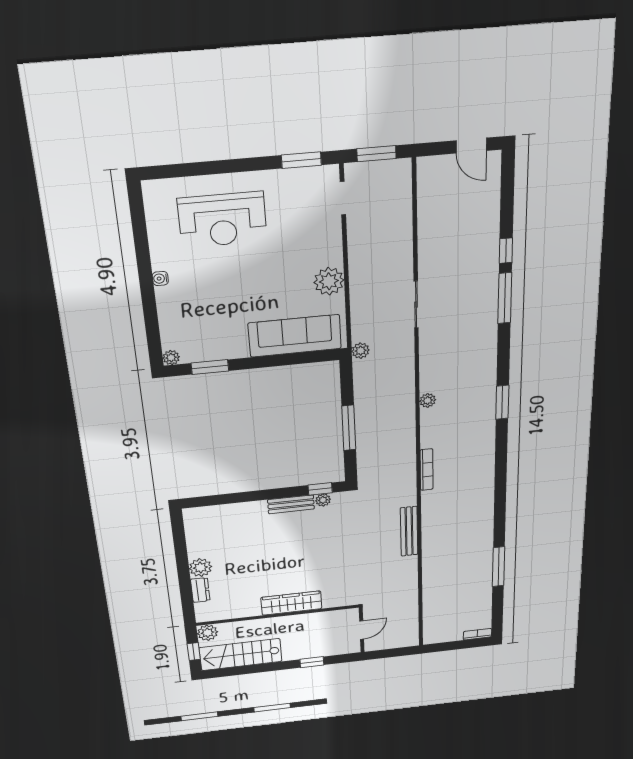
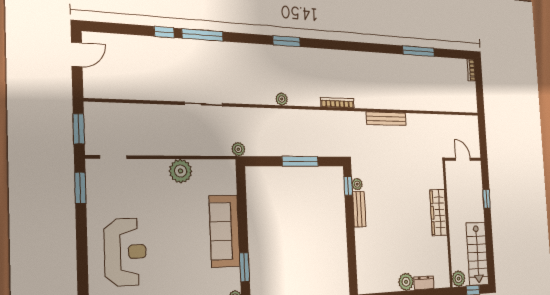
sofa: (295, 336) -> (224, 231), moved

